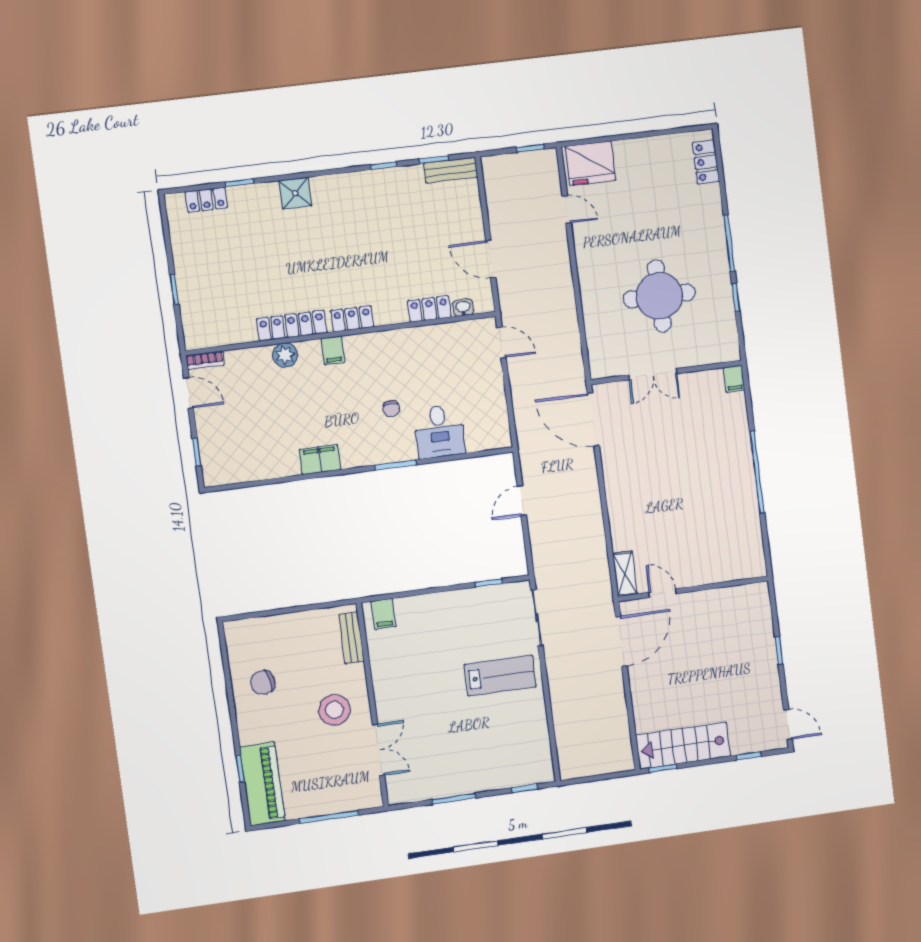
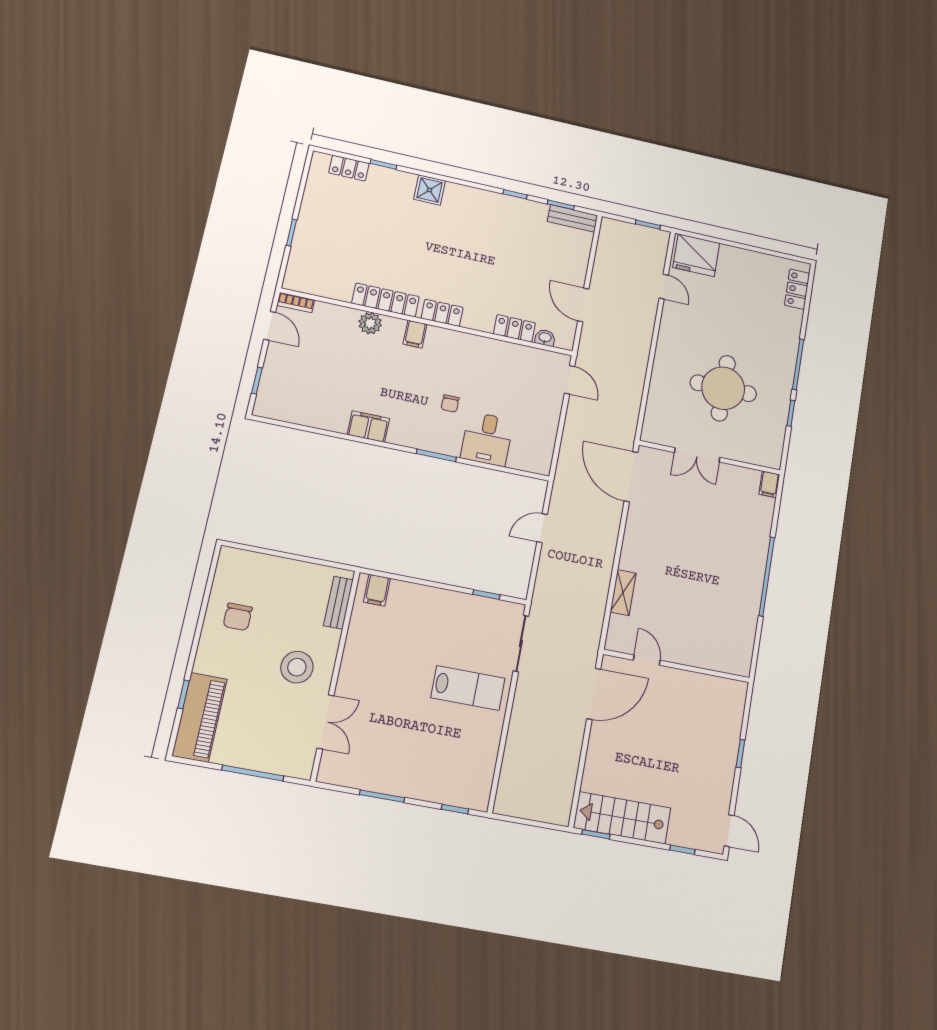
shelving: (625, 574) -> (623, 593), moved
chair: (263, 682) -> (238, 617), turned -79

